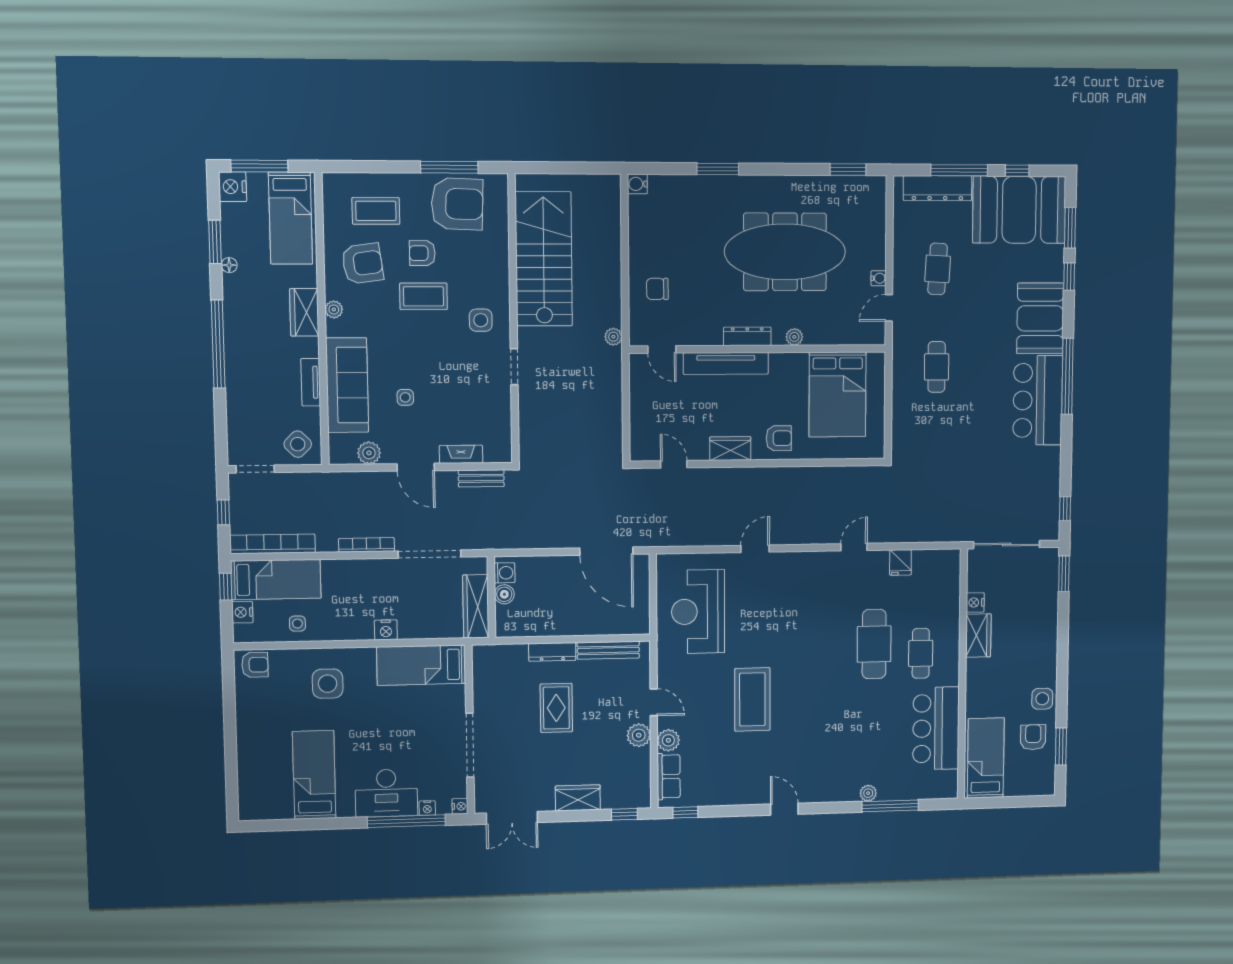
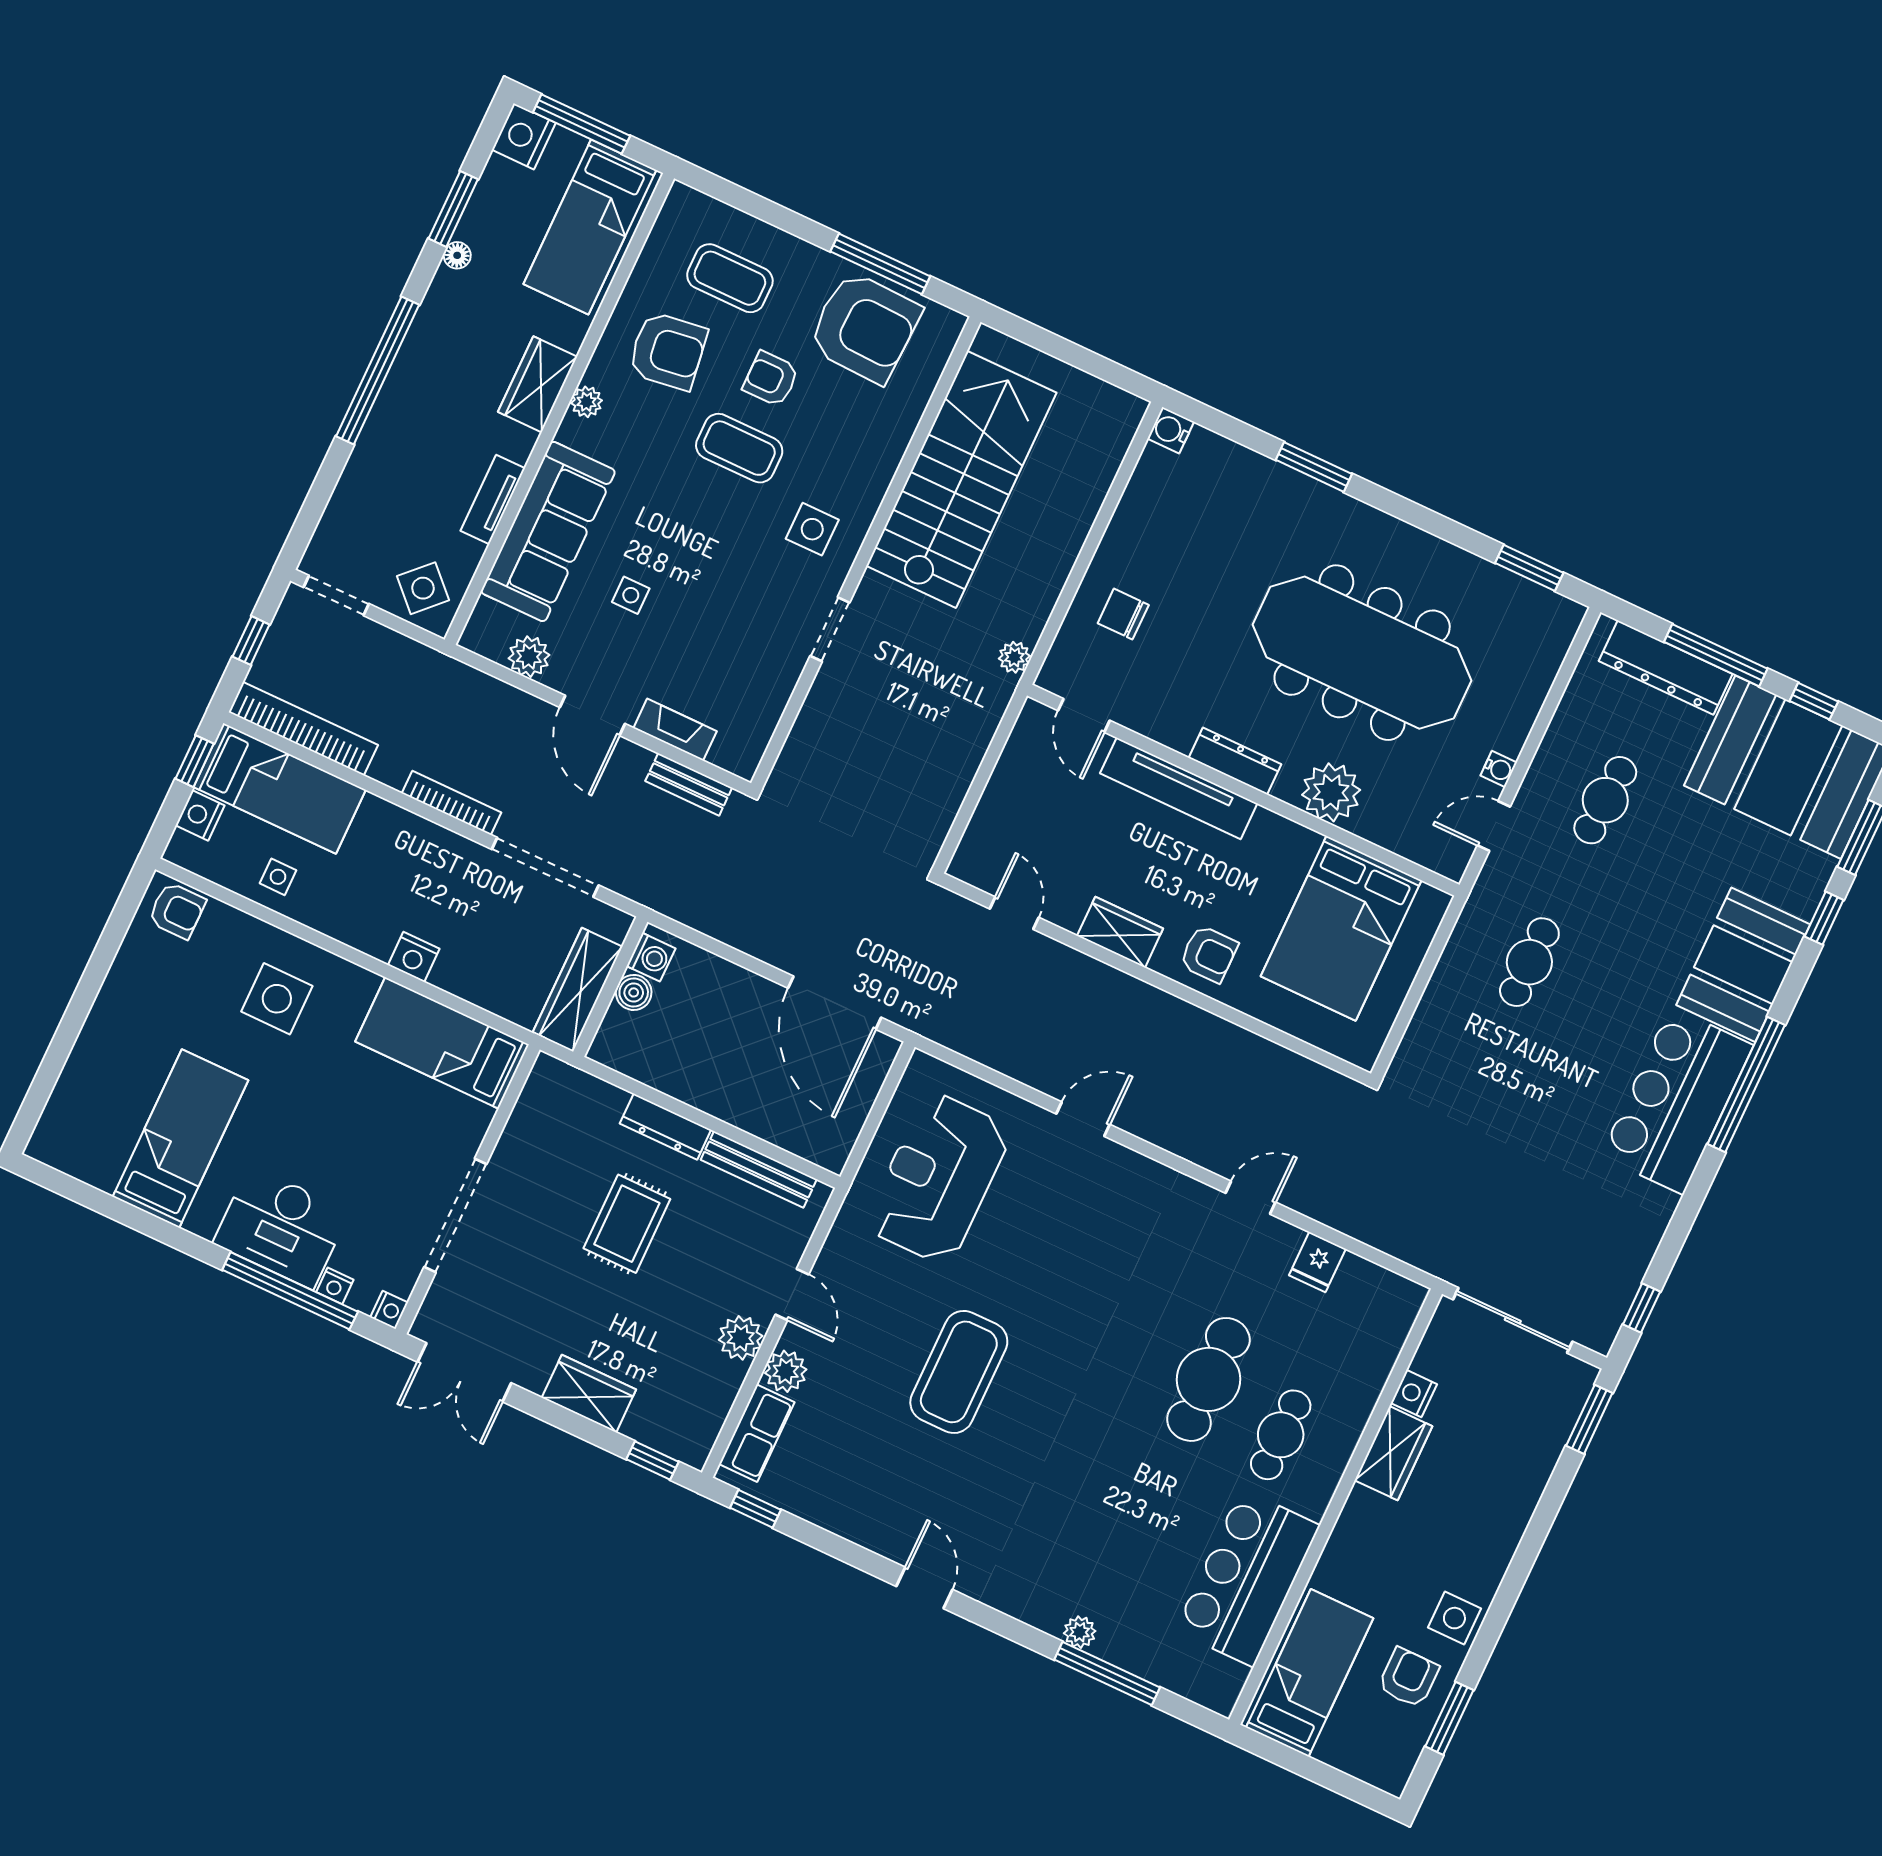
plant: (794, 337) -> (1331, 792), width x1.88, depth x1.88

